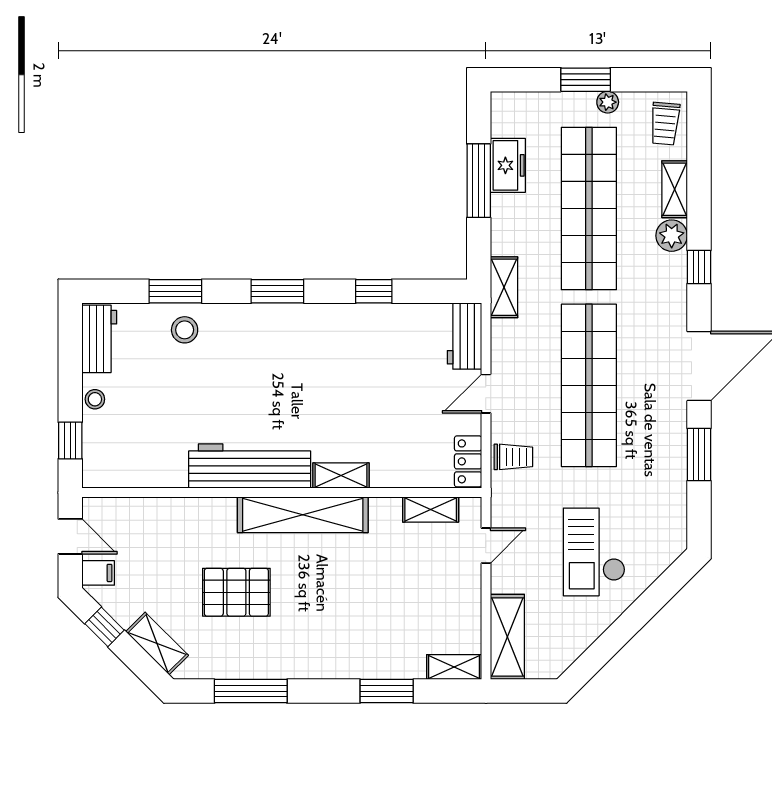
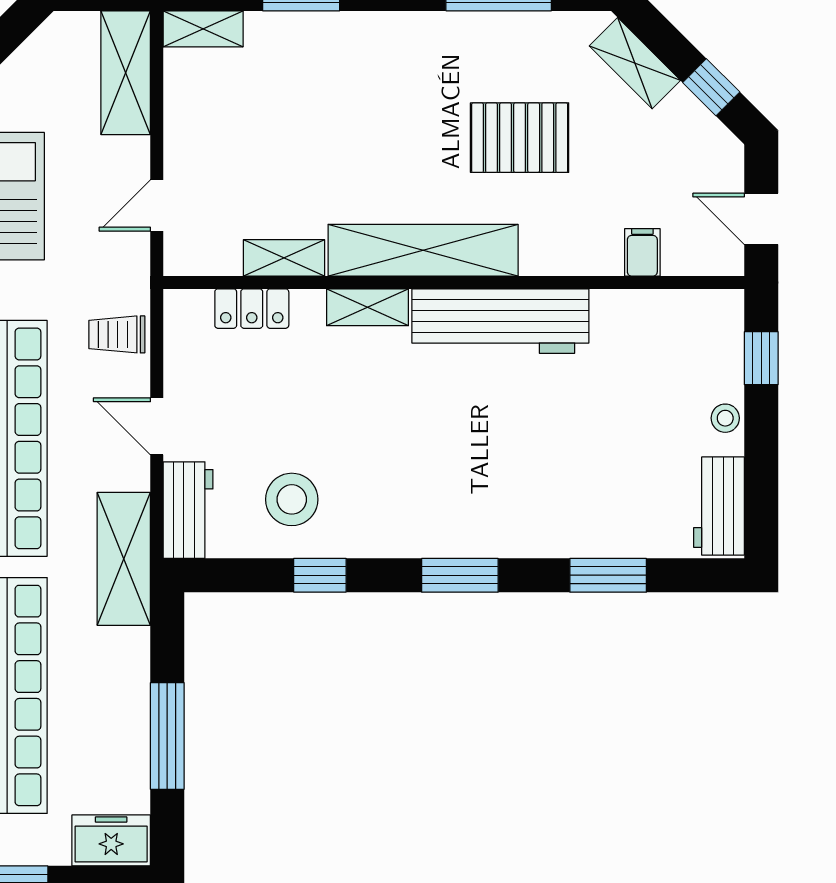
freezer: (508, 165) -> (111, 840), moved, turned 90
shelving: (504, 287) -> (124, 559), width x1.50, depth x1.33
stool: (185, 330) -> (292, 499), moved, width x1.38, depth x1.38
door: (486, 394) -> (157, 426), swing flipped
locker: (468, 461) -> (252, 309), moved, turned 90
shelving: (431, 510) -> (284, 258), moved
filing cabinet: (98, 573) -> (642, 252), moved, turned 90

